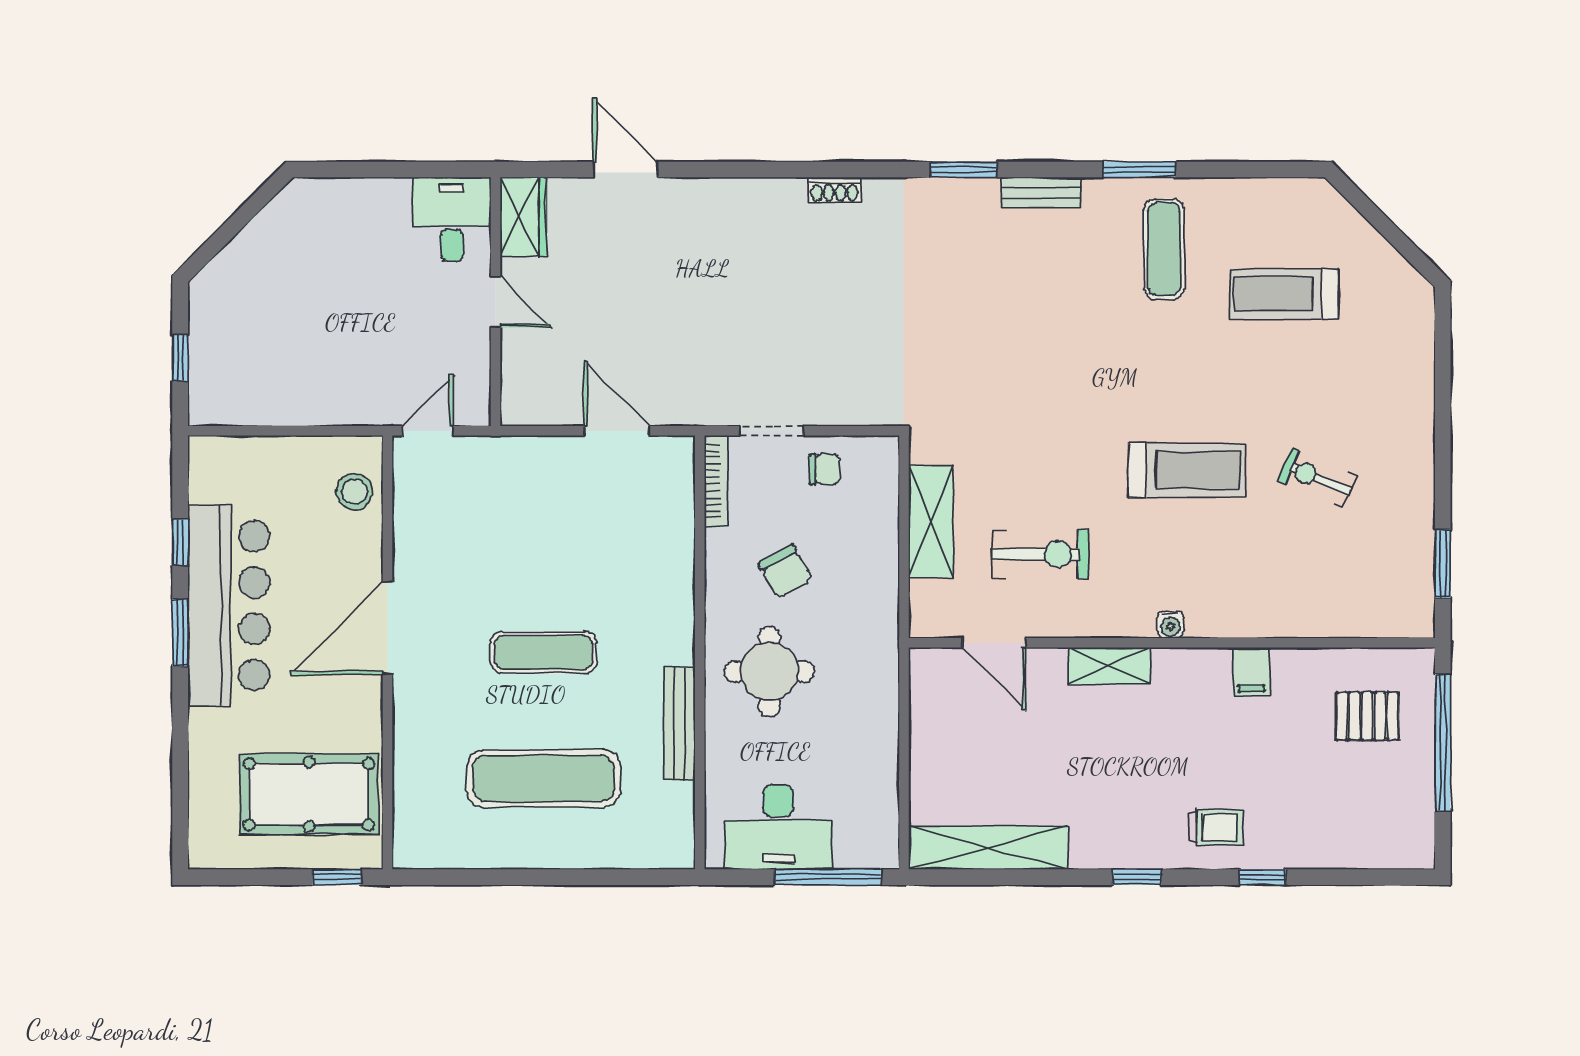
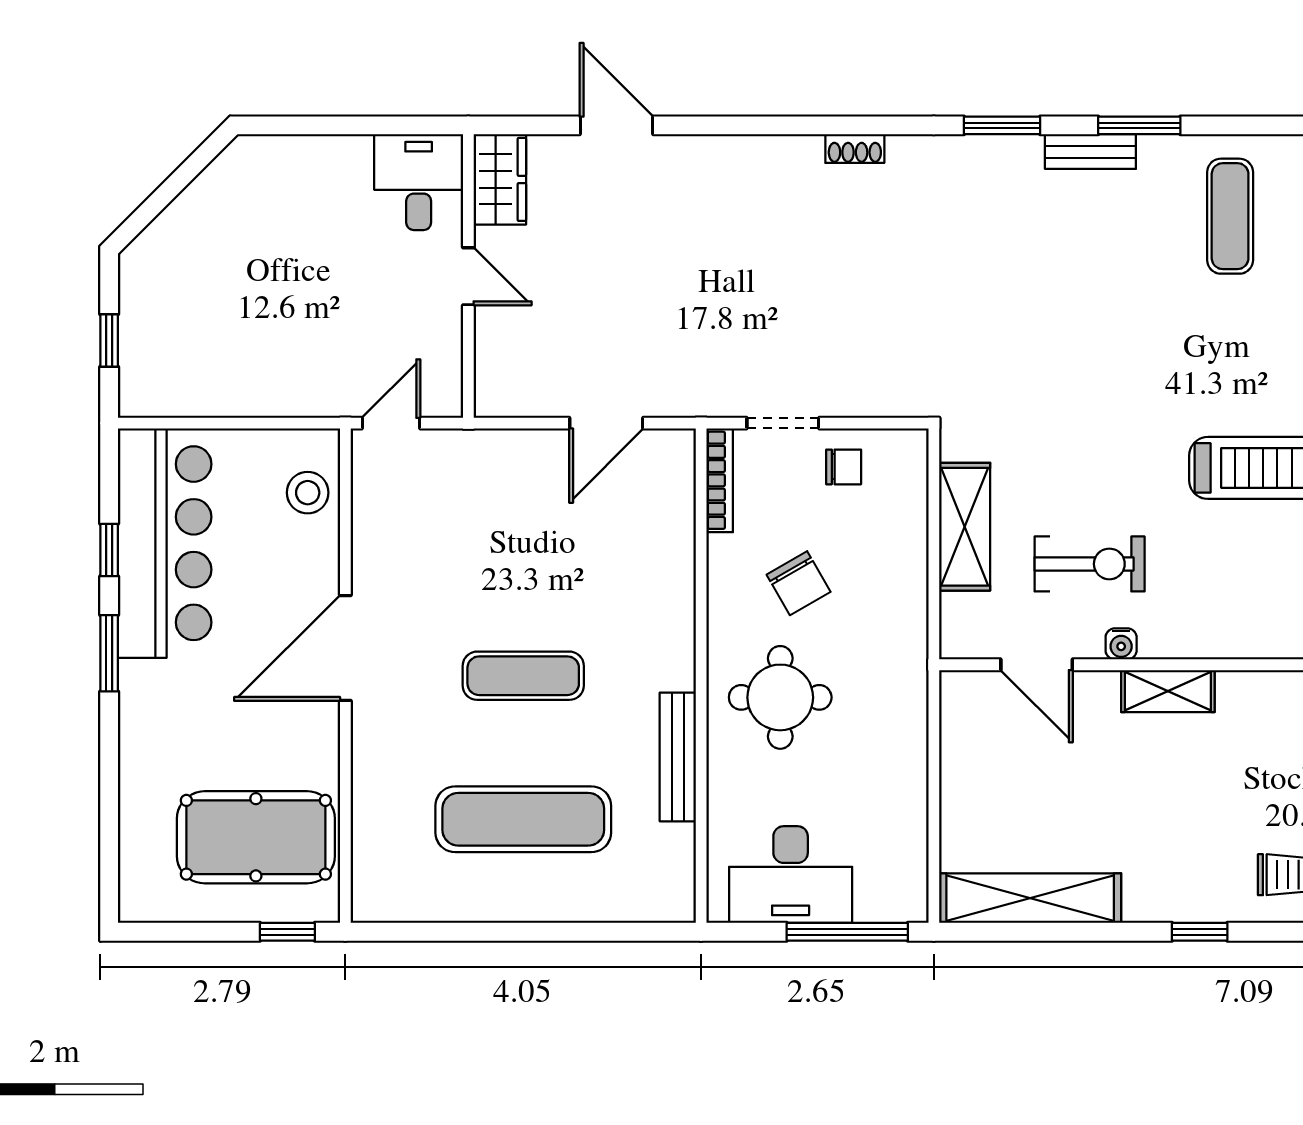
window: (1139, 170) -> (1139, 125), moved
door: (617, 431) -> (606, 423), swing flipped
bar counter: (229, 606) -> (165, 543), moved
water cooler: (1170, 624) -> (1121, 644), moved

